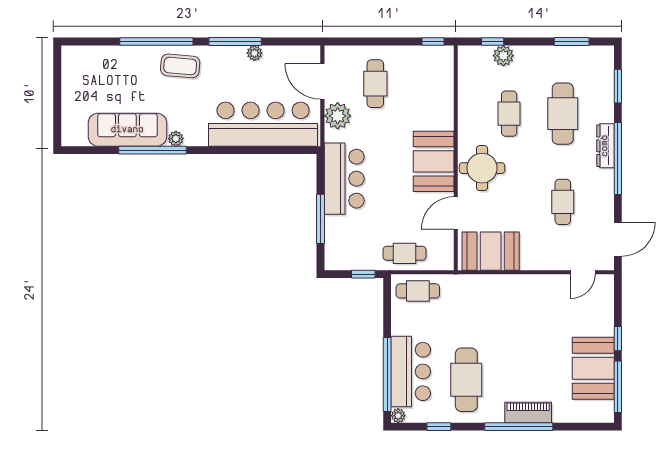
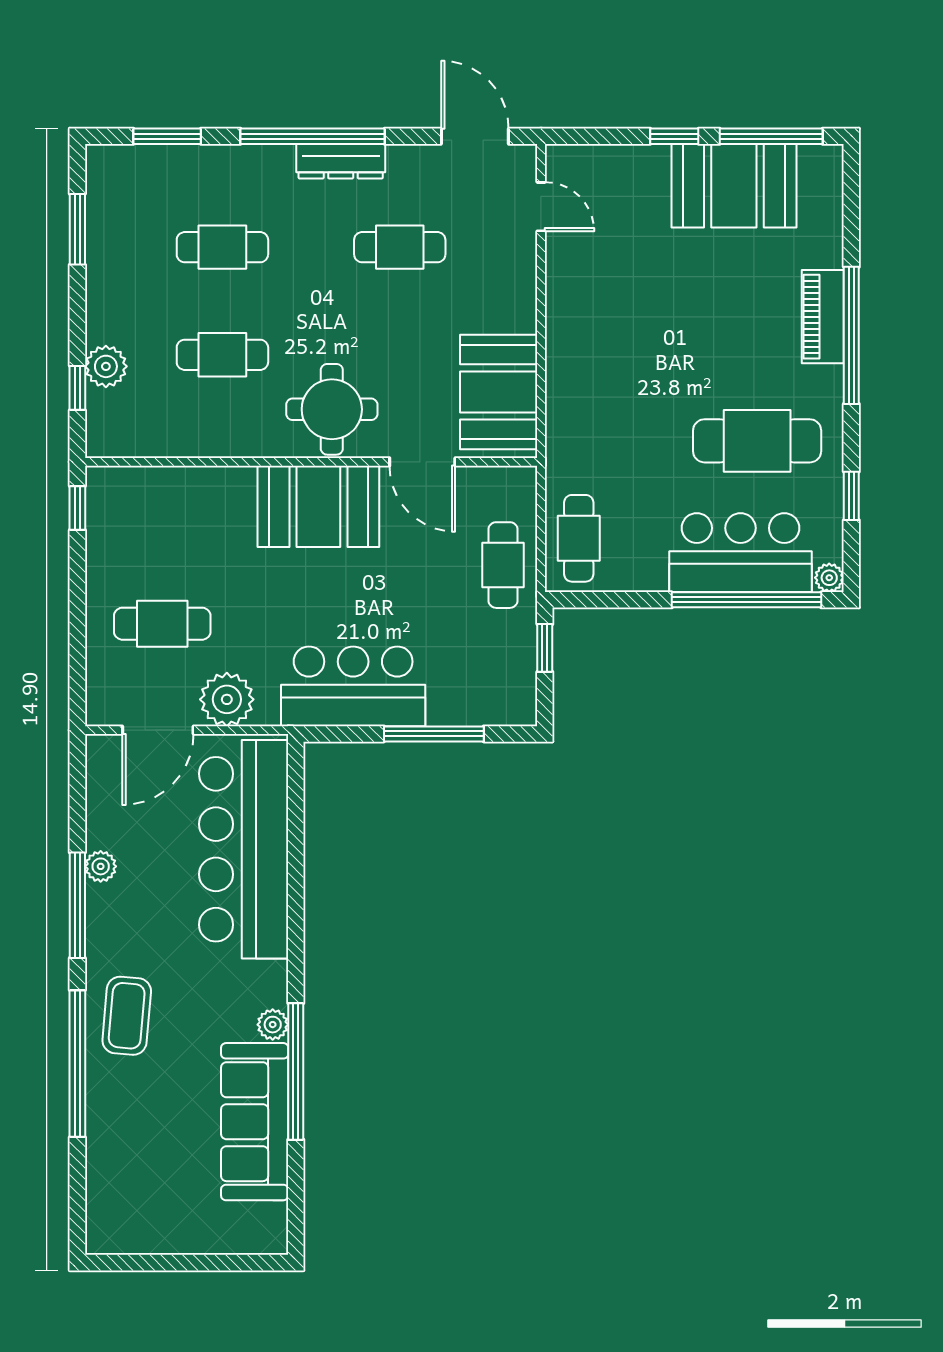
cafe table: (563, 114) -> (222, 247), width x0.73, depth x0.74
dresser: (605, 146) -> (341, 161), moved

